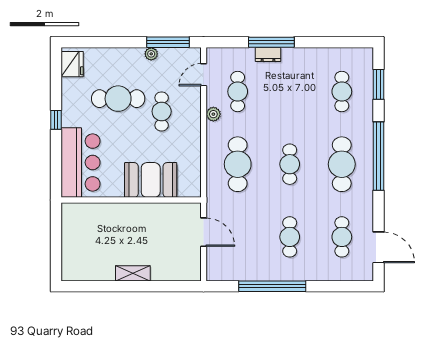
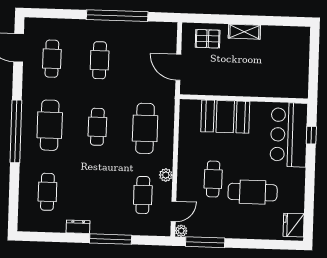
plant: (151, 54) -> (181, 231), moved
dresser: (268, 54) -> (78, 227), moved
window: (378, 84) -> (14, 197), removed
window: (56, 120) -> (311, 135), moved
pallet: (173, 264) -> (208, 39), added

